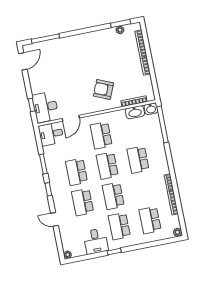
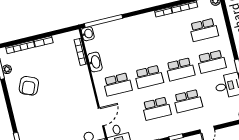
armchair: (103, 89) -> (29, 86), moved
washbasin: (135, 112) -> (95, 62), moved
door: (71, 118) -> (101, 117), hinge flipped
school desk: (138, 160) -> (141, 45), removed

